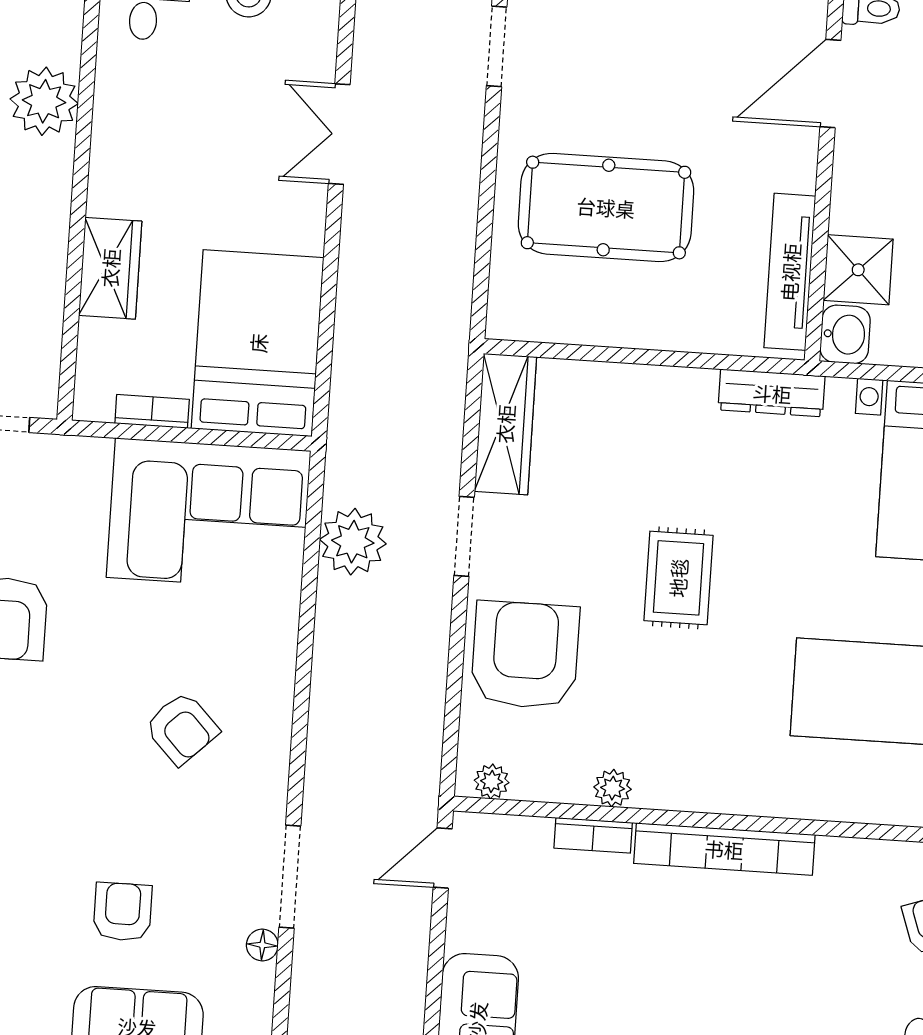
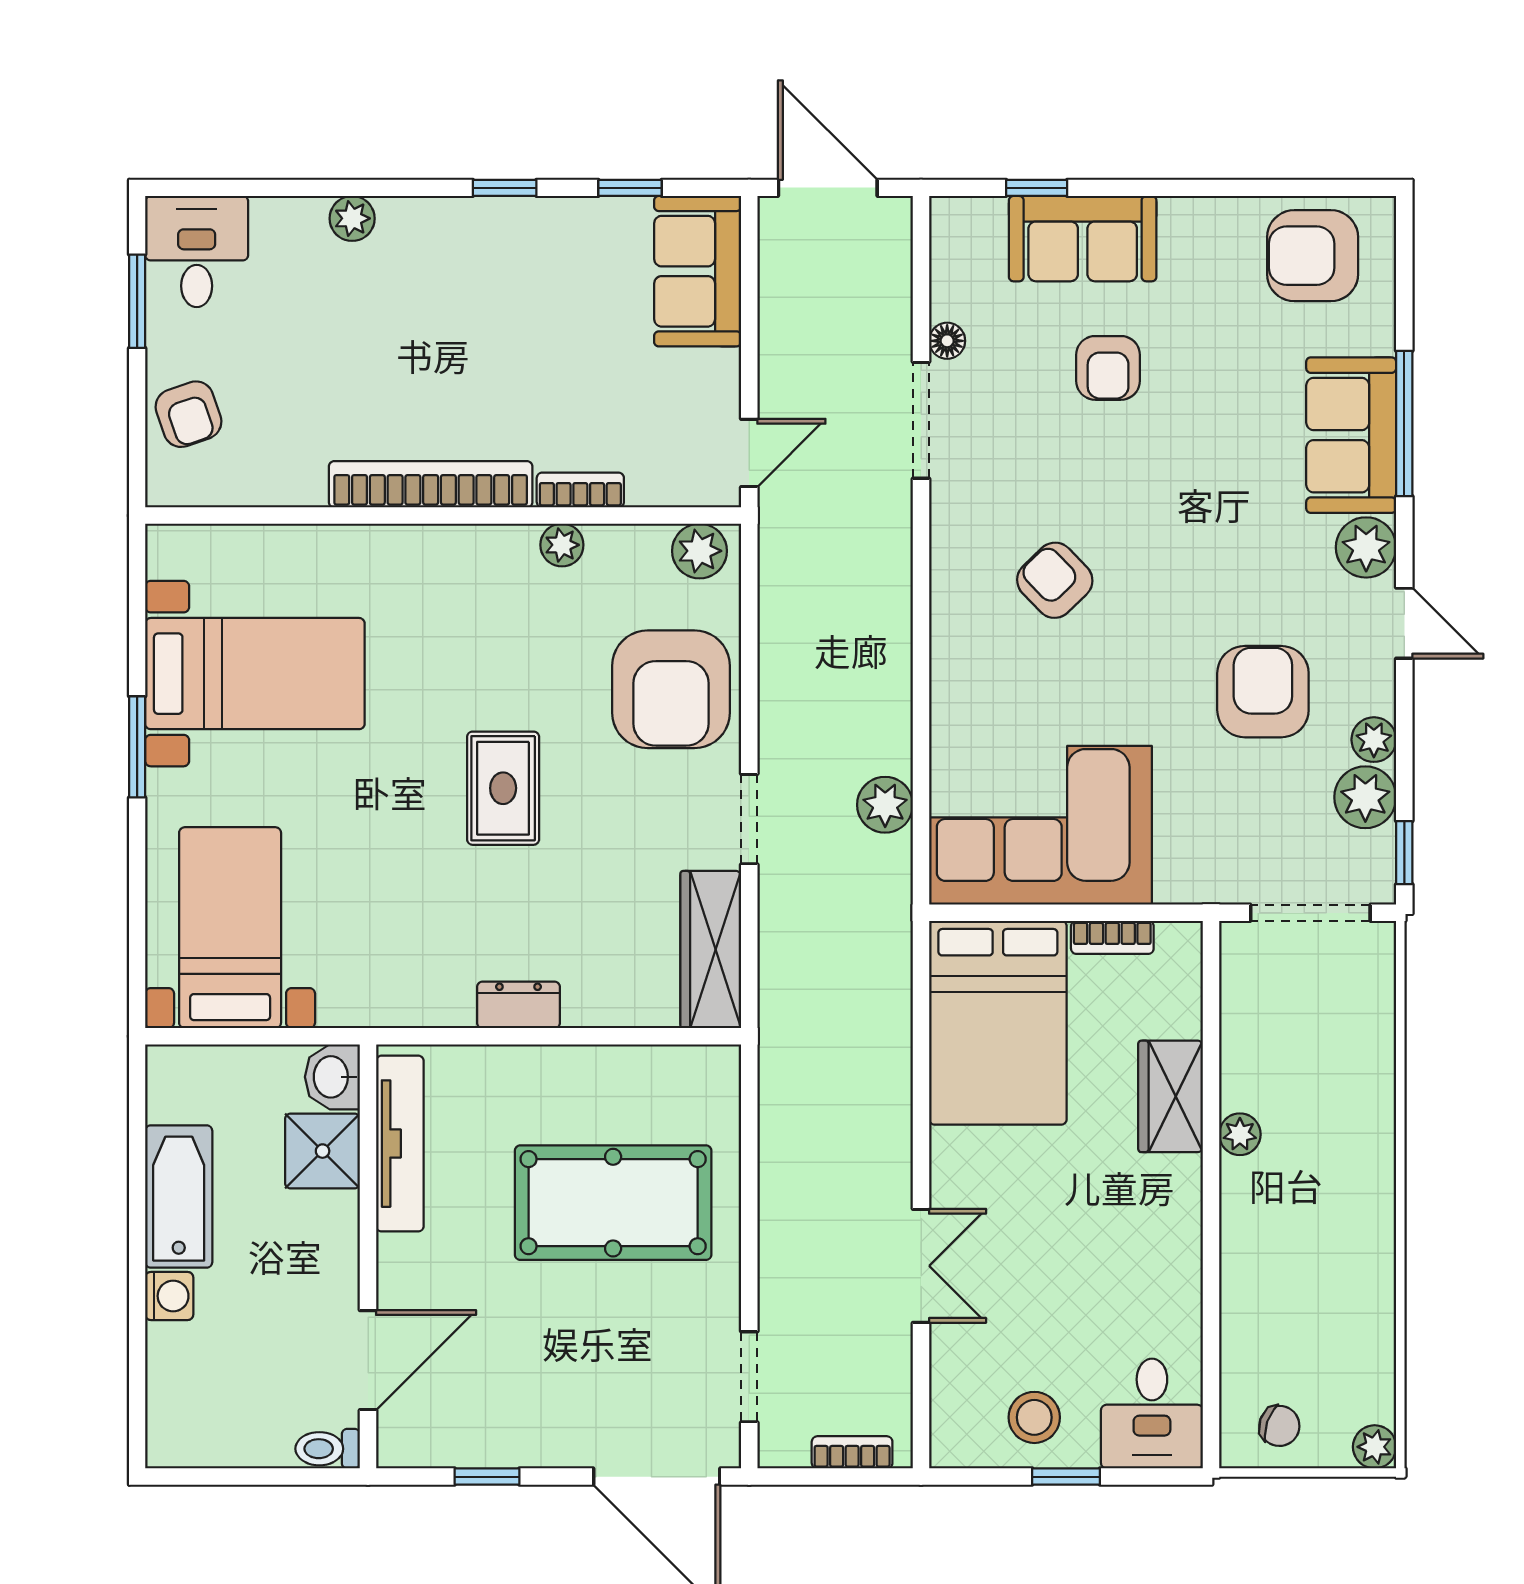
plant: (44, 101) -> (1240, 1134), moved, width x0.53, depth x0.53
dresser: (772, 393) -> (519, 1005), moved, width x0.70
plant: (353, 542) -> (885, 805), width x0.73, depth x0.73
plant: (492, 781) -> (699, 551), width x1.38, depth x1.38

